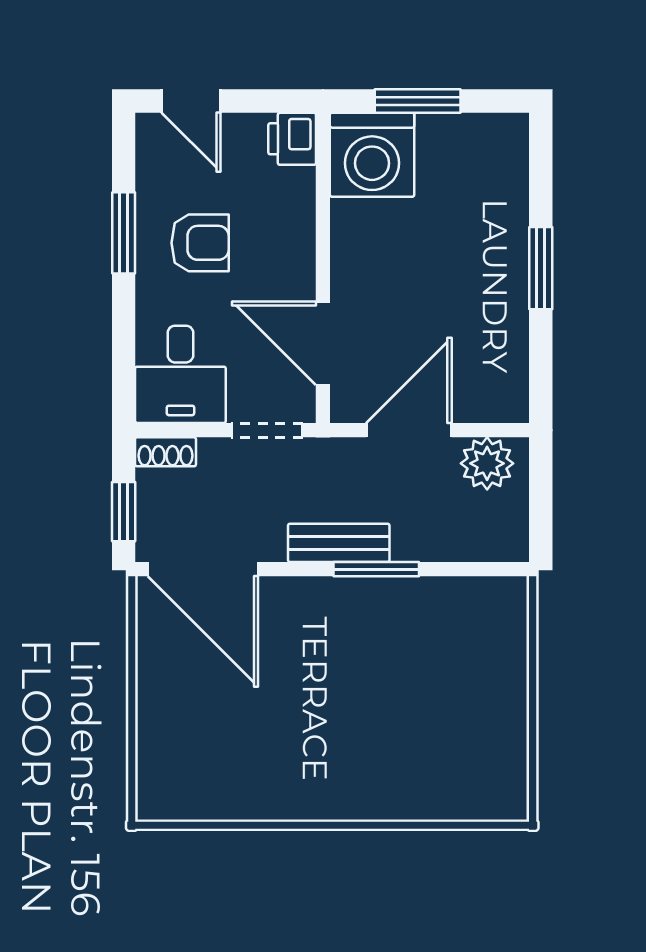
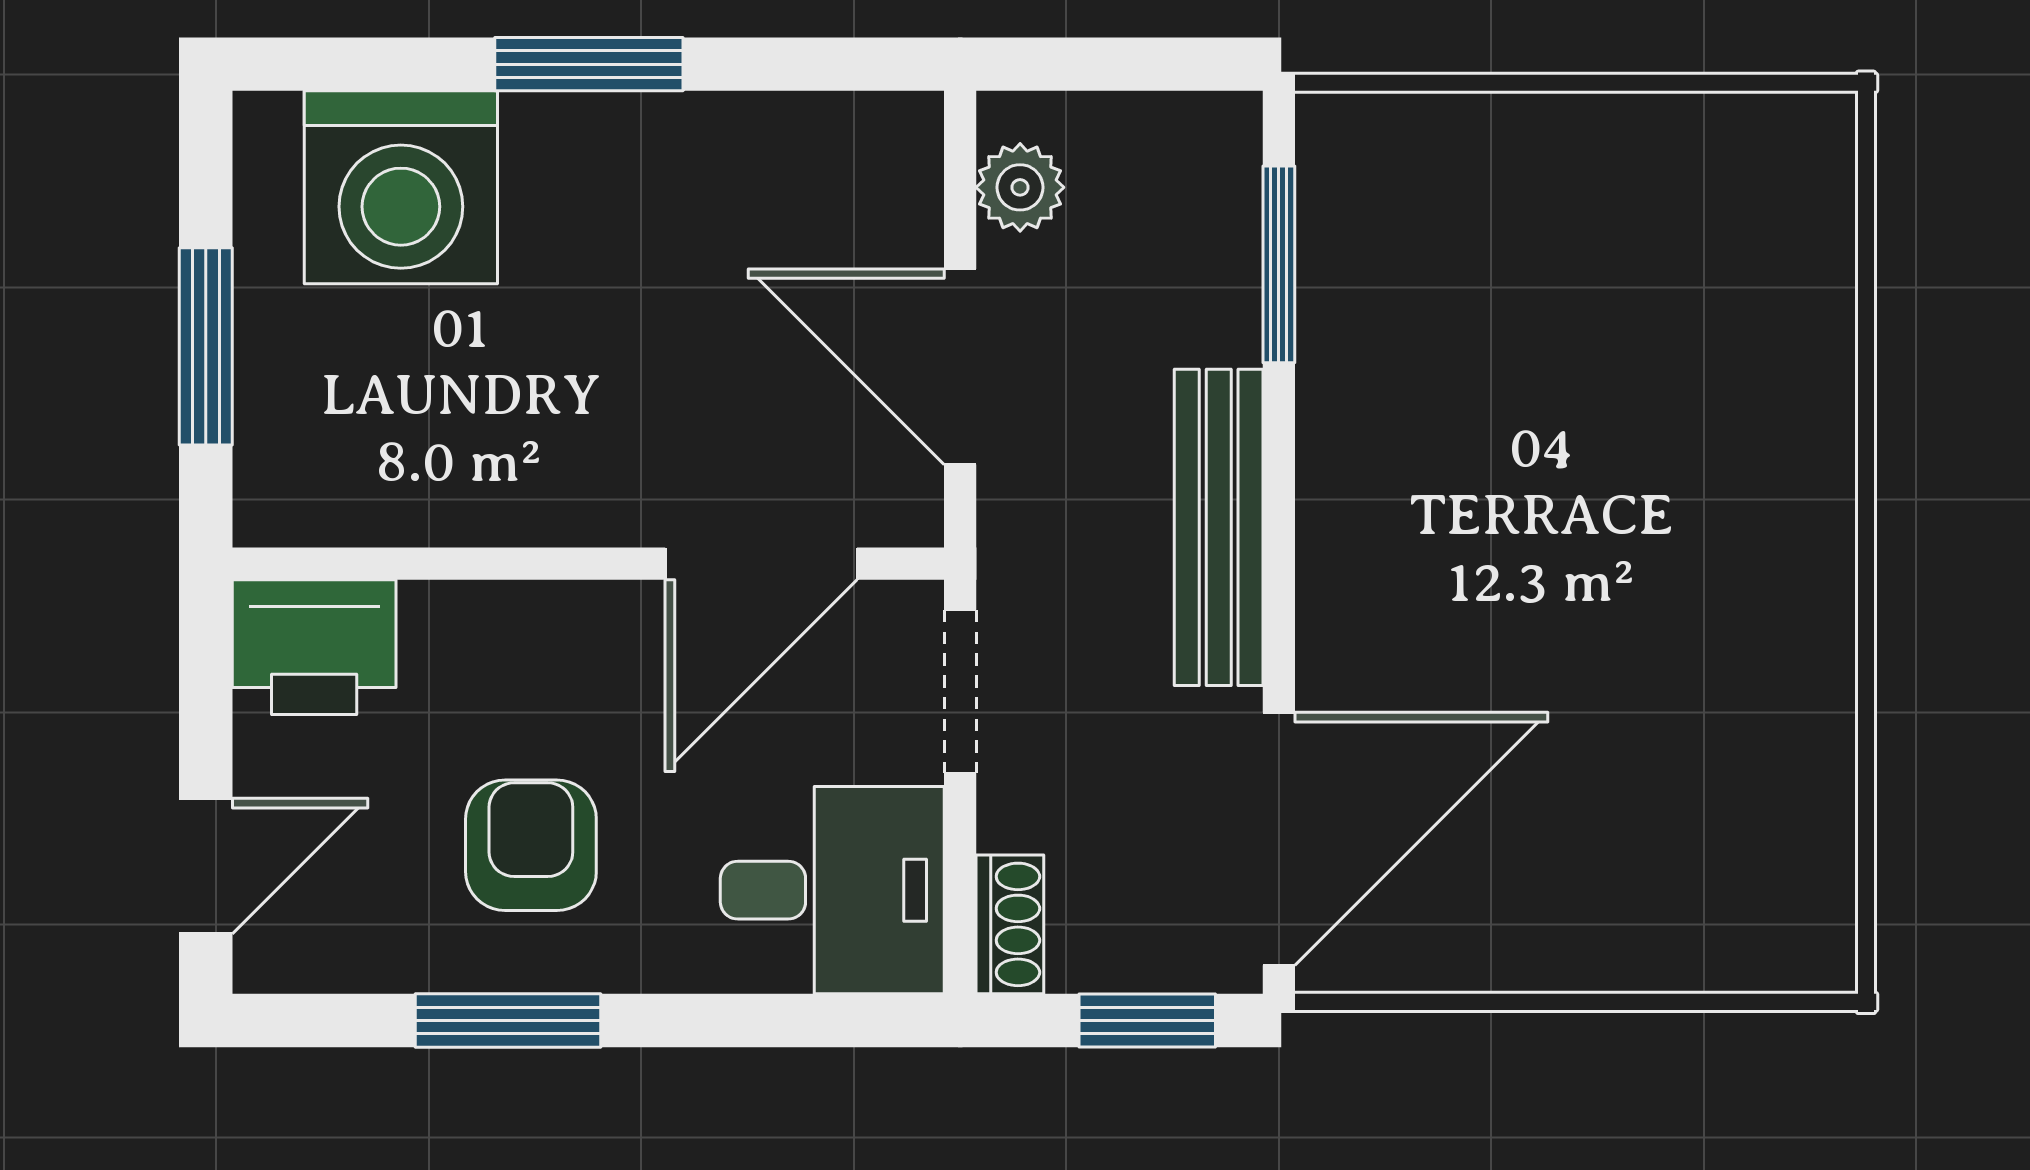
printer: (292, 139) -> (314, 647), width x1.36, depth x1.24
washing machine: (372, 155) -> (401, 187), moved, turned 90
plant: (487, 463) -> (1020, 187), width x0.73, depth x0.73
bench: (339, 543) -> (1219, 527), width x1.36
window: (376, 569) -> (1279, 264), moved

